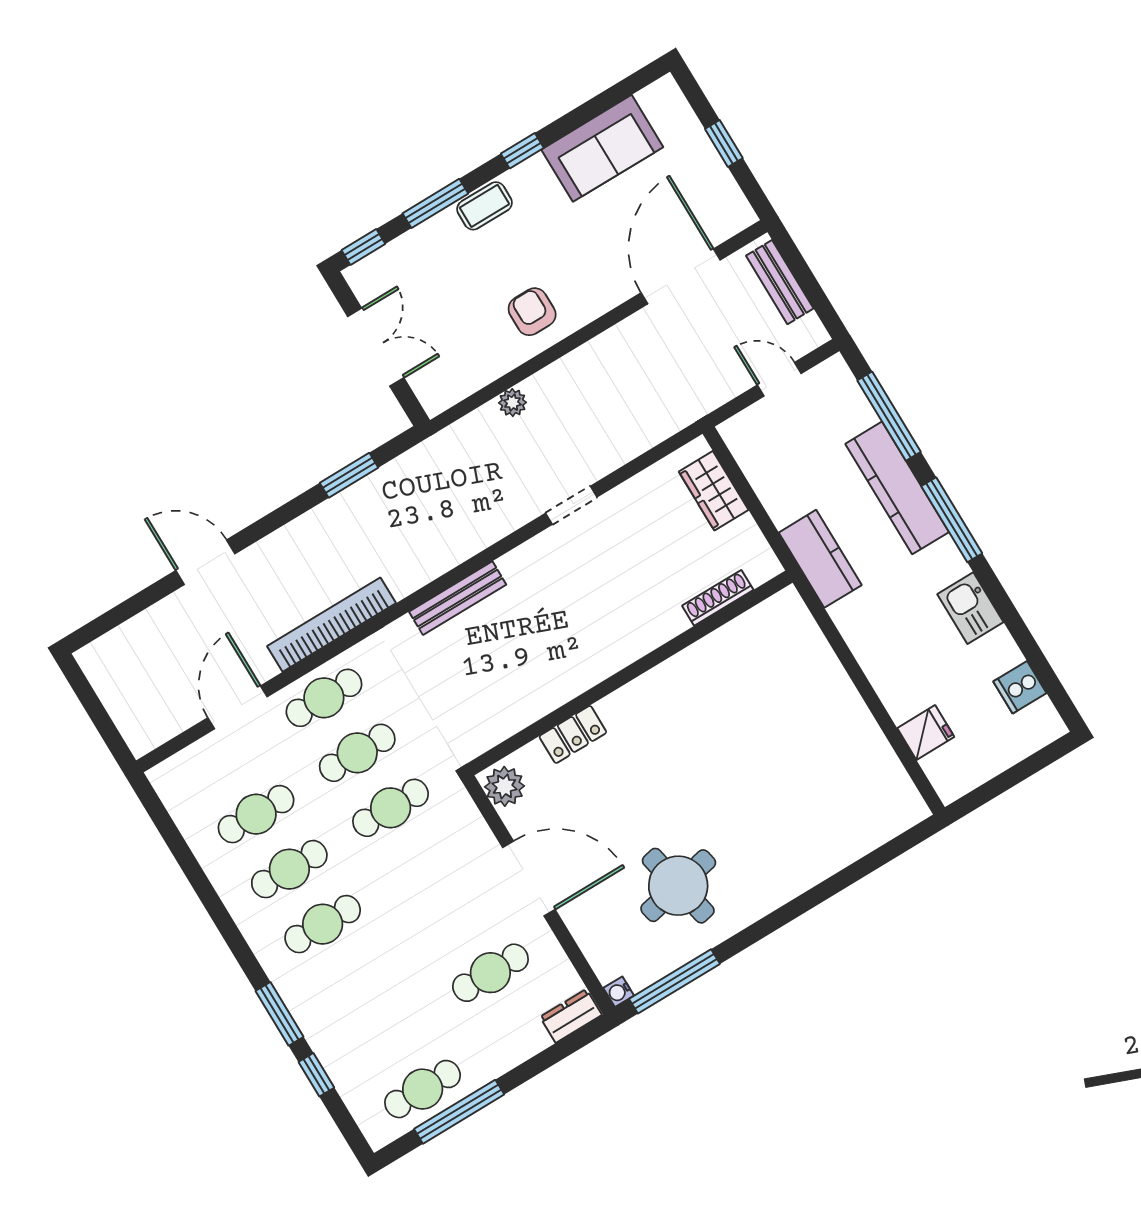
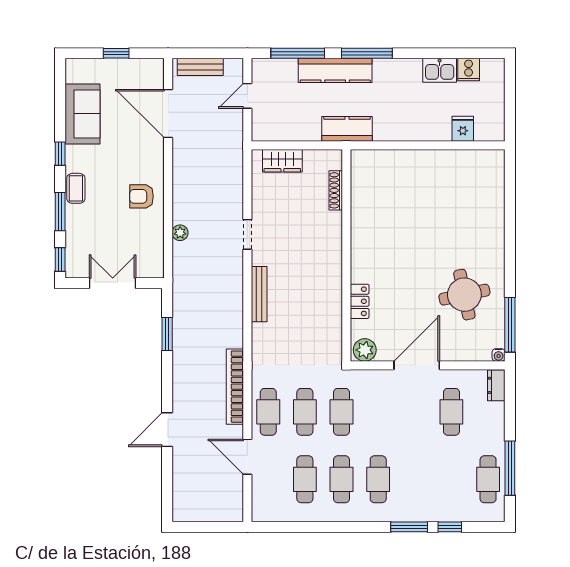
bench: (458, 598) -> (259, 294), moved
kitchen sink: (970, 608) -> (440, 70), moved

